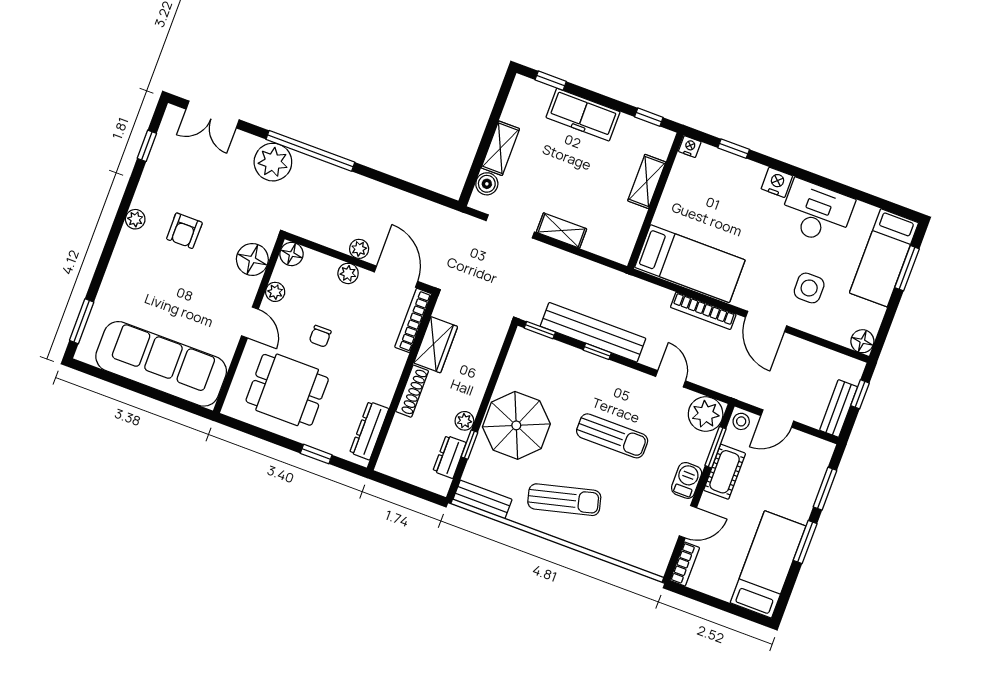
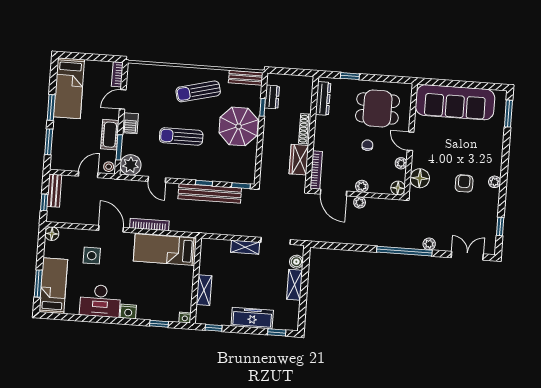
plant: (273, 162) -> (429, 244), width x0.53, depth x0.53
plant: (464, 421) -> (269, 120), removed

